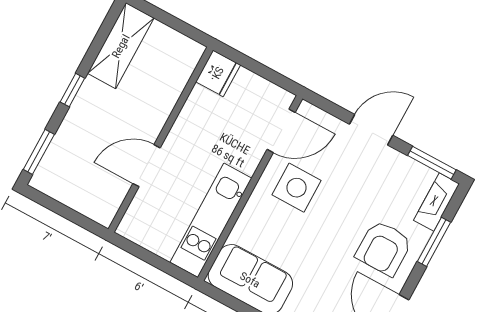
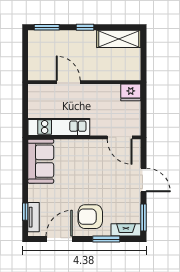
side table: (297, 188) -> (96, 159), removed

